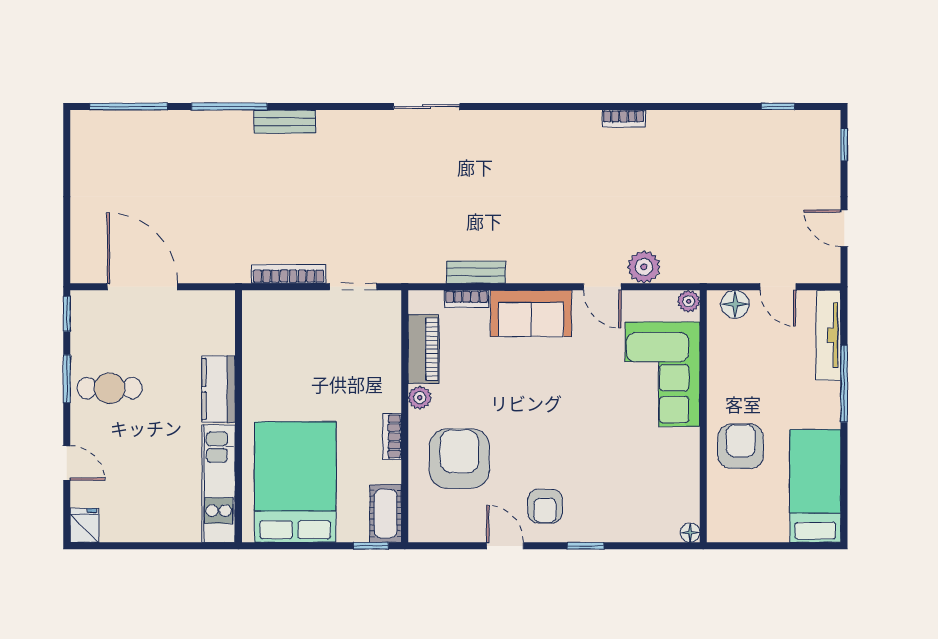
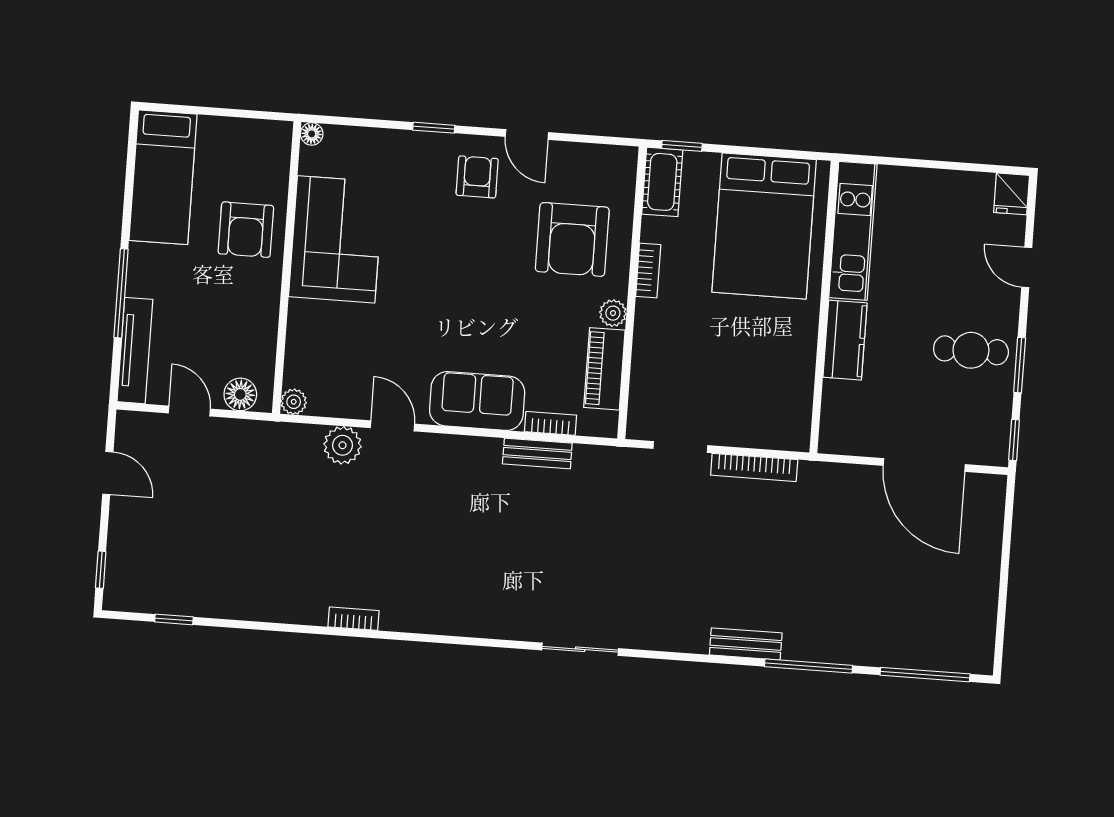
corner sofa: (662, 374) -> (336, 239), moved

